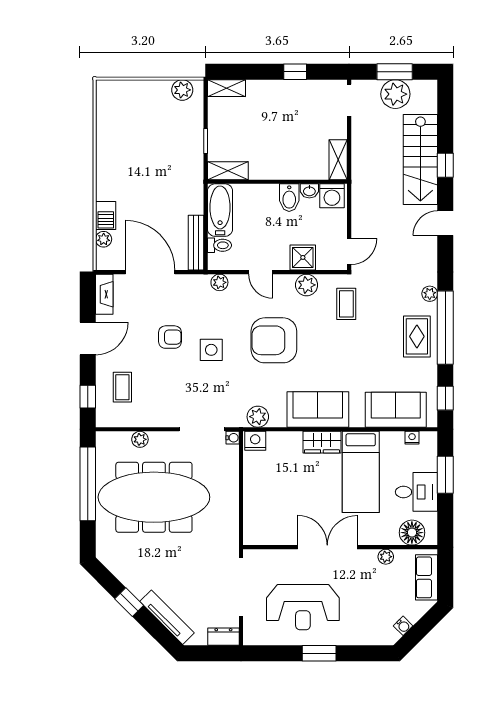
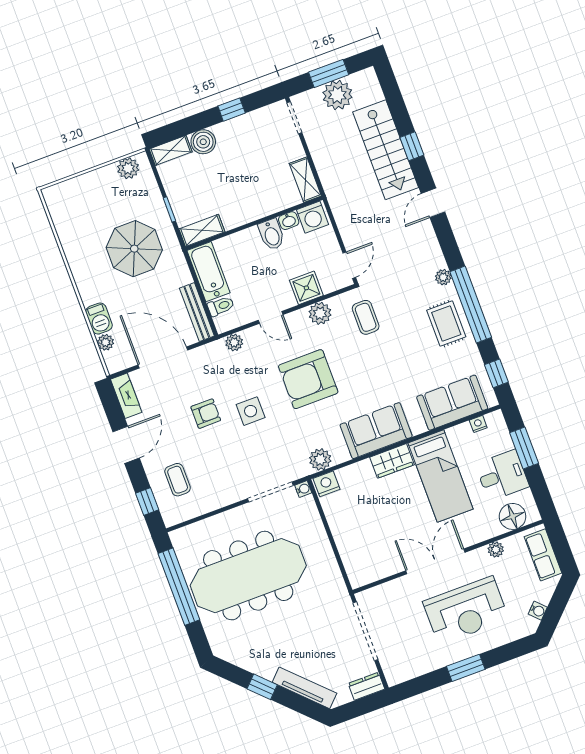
boiler: (259, 91) -> (203, 142), added
parasol: (161, 164) -> (134, 249), added
plant: (140, 439) -> (214, 524), removed
reception desk: (303, 607) -> (466, 610), moved

